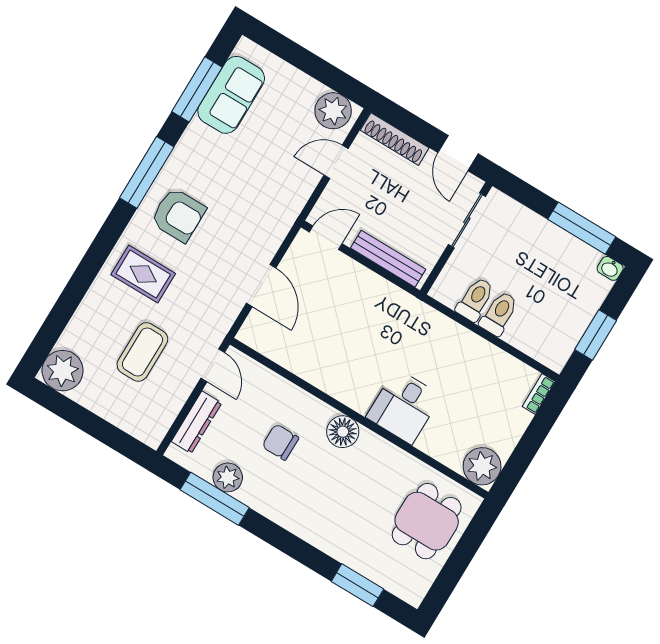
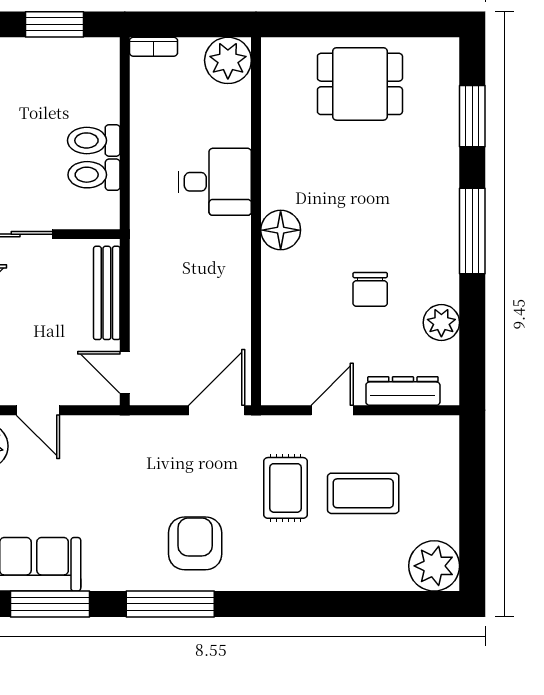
rug: (143, 274) -> (285, 488), moved
desk: (404, 406) -> (215, 182), moved
wall: (359, 418) -> (256, 221), moved
floor lamp: (343, 432) -> (281, 230), moved
plant: (482, 466) -> (228, 60), moved
window: (215, 499) -> (472, 231), moved

